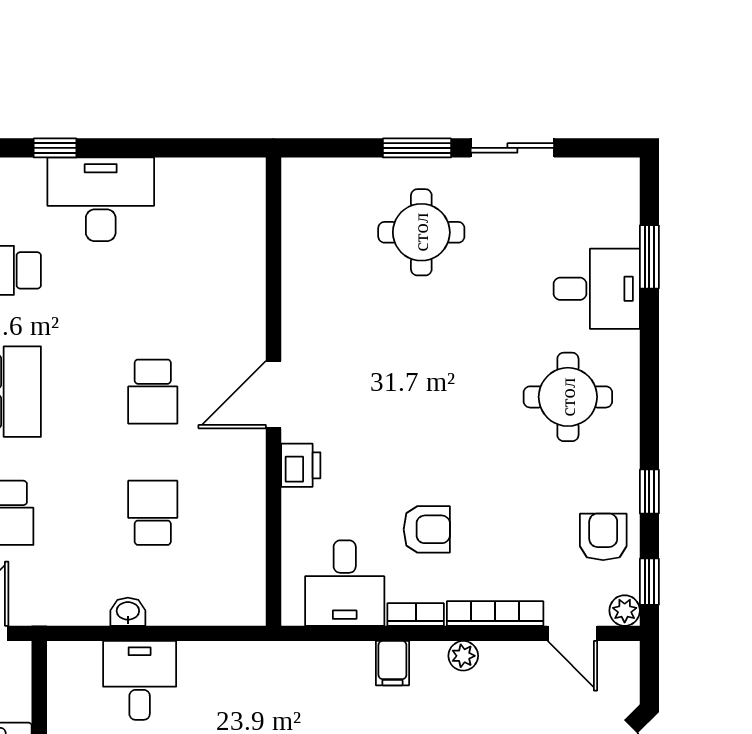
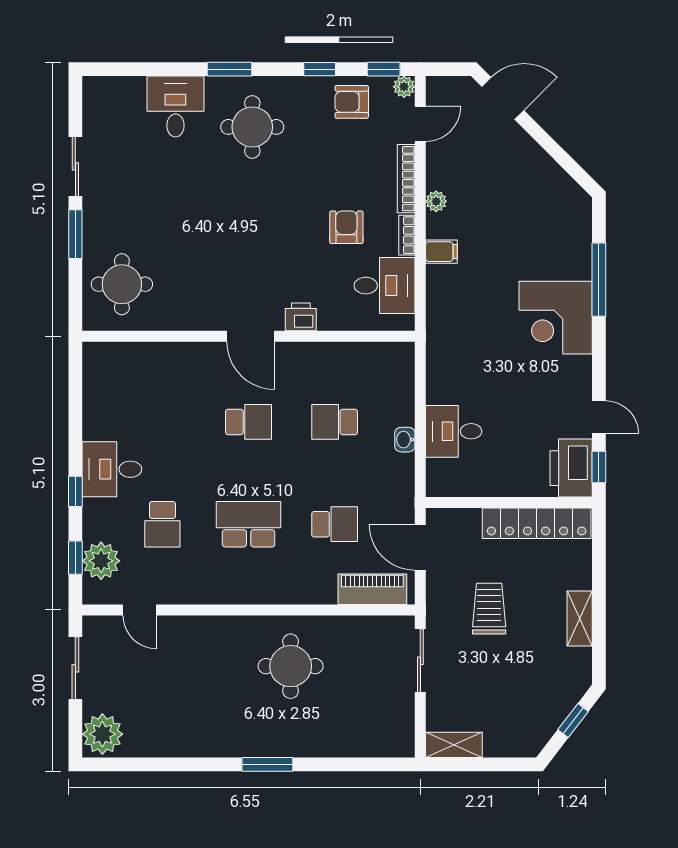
desk: (101, 199) -> (112, 469), width x0.73
round table: (421, 232) -> (122, 284), moved
window: (649, 257) -> (230, 69), moved

